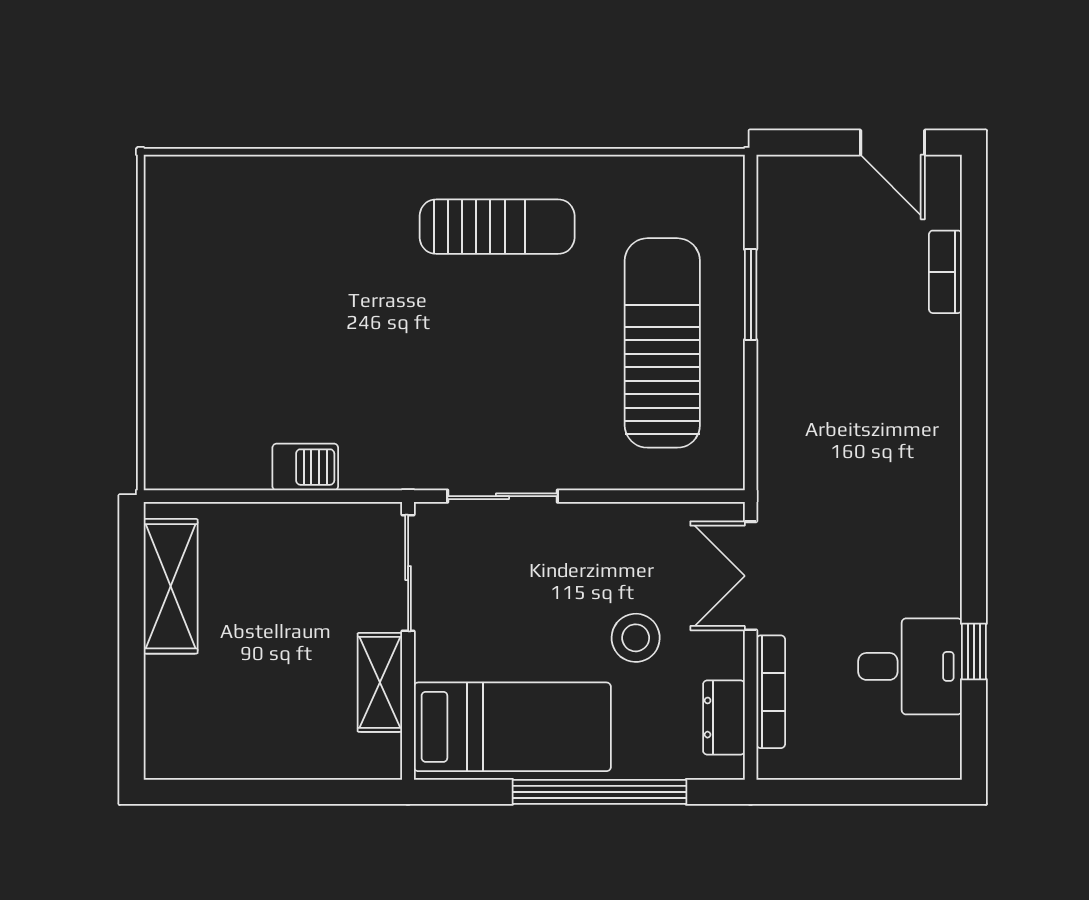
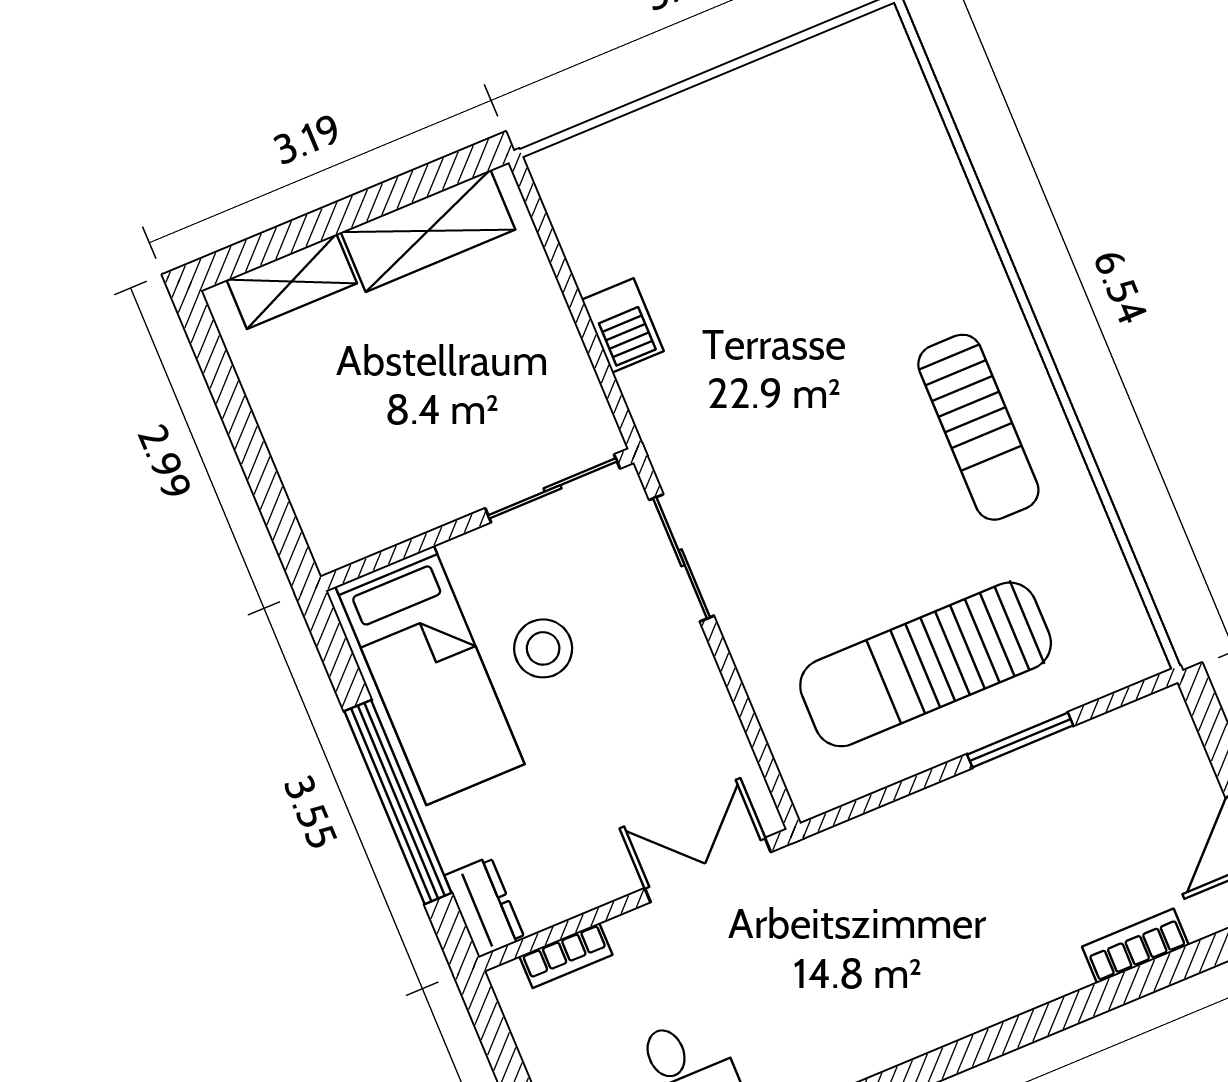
sun lounger: (662, 343) -> (926, 664), turned 180
stool: (636, 638) -> (543, 648), moved
shelving: (380, 682) -> (292, 282), moved
bookcase: (771, 692) -> (566, 955), width x0.64
dresser: (724, 718) -> (485, 907), moved, turned 90

